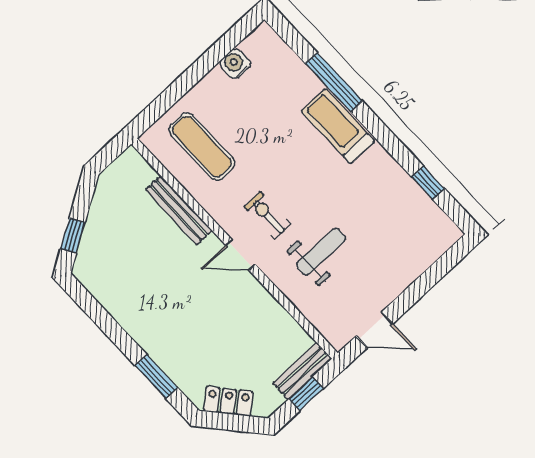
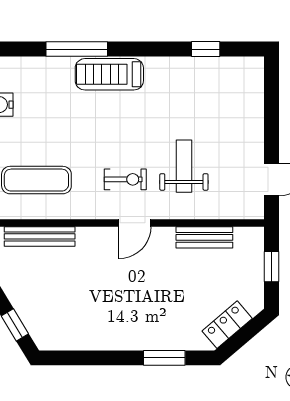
bench: (179, 210) -> (40, 236), moved
exercise bike: (267, 215) -> (125, 179), turned 180
bench: (302, 371) -> (204, 237), moved, turned 90

